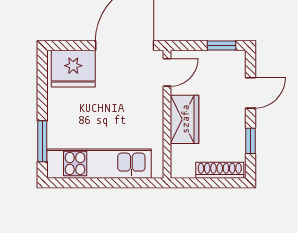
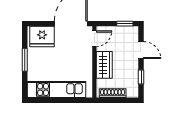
door: (251, 93) -> (141, 50), hinge flipped
window: (42, 141) -> (25, 60), moved
shoe rack: (220, 170) -> (113, 93), moved

